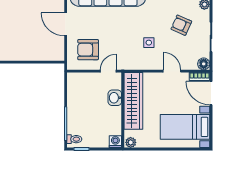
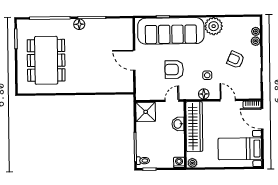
armchair: (88, 50) -> (174, 70), moved
floor lamp: (204, 64) -> (204, 94), moved
shower: (78, 83) -> (146, 112), added

